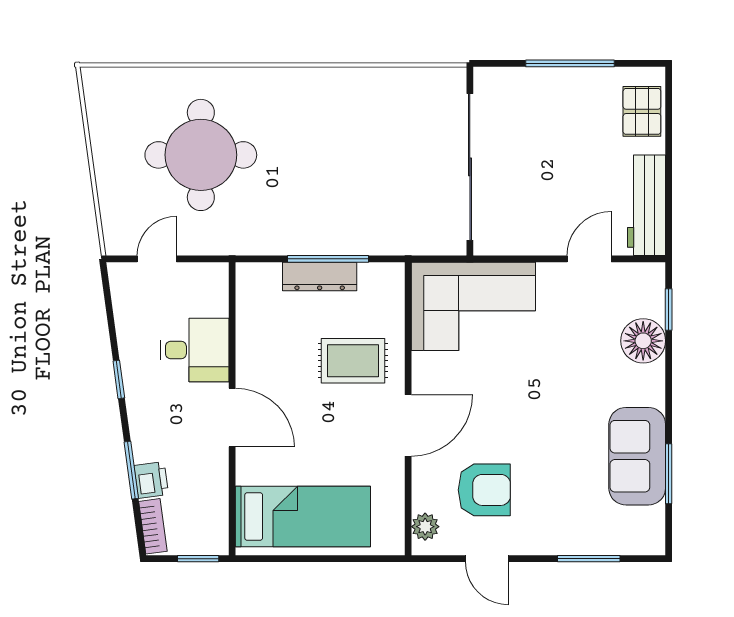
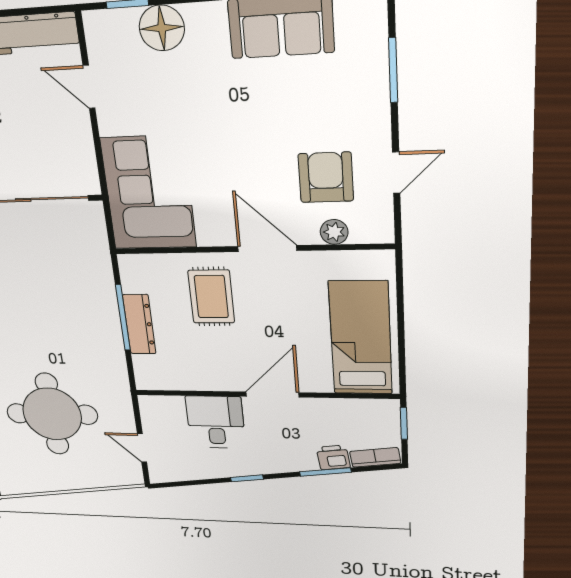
plant: (425, 527) -> (334, 232), moved

